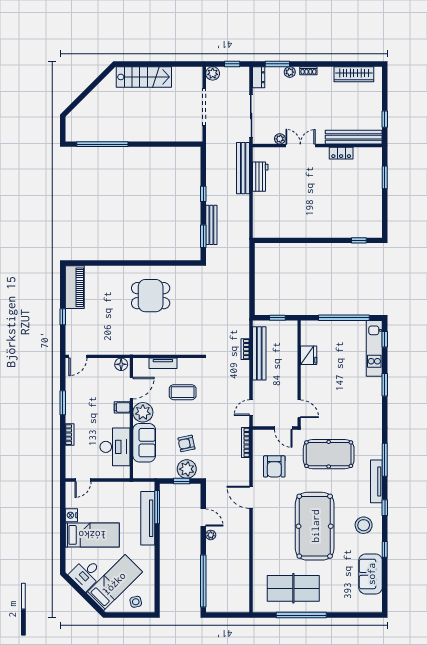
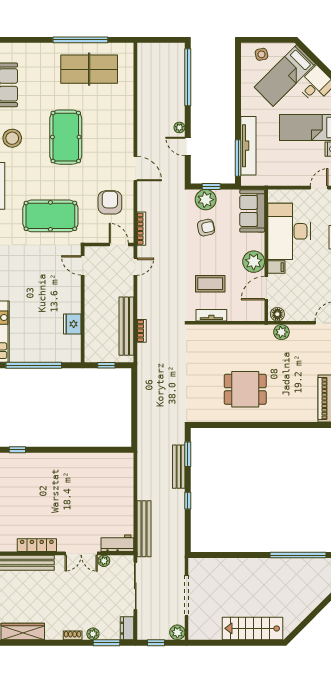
locker: (341, 153) -> (37, 545), width x1.53
workbench: (260, 177) -> (117, 543), moved, turned 90
plant: (117, 348) -> (281, 332), added
tv unit: (163, 363) -> (211, 315), moved
door: (283, 428) -> (119, 245), moved
sofa: (144, 443) -> (252, 211), moved
desk: (115, 447) -> (289, 231), width x1.36, depth x1.30
pool table: (315, 526) -> (66, 137), width x0.73, depth x0.76

